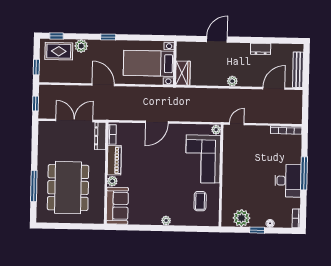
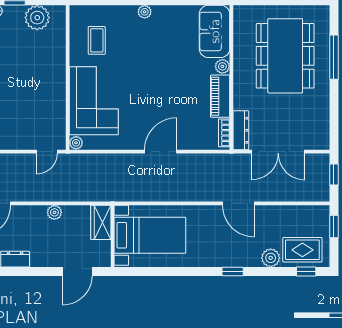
bed with nightstands: (149, 63) -> (150, 235), moved
wall: (175, 63) -> (113, 236), moved
wardrobe: (183, 73) -> (101, 222), moved

